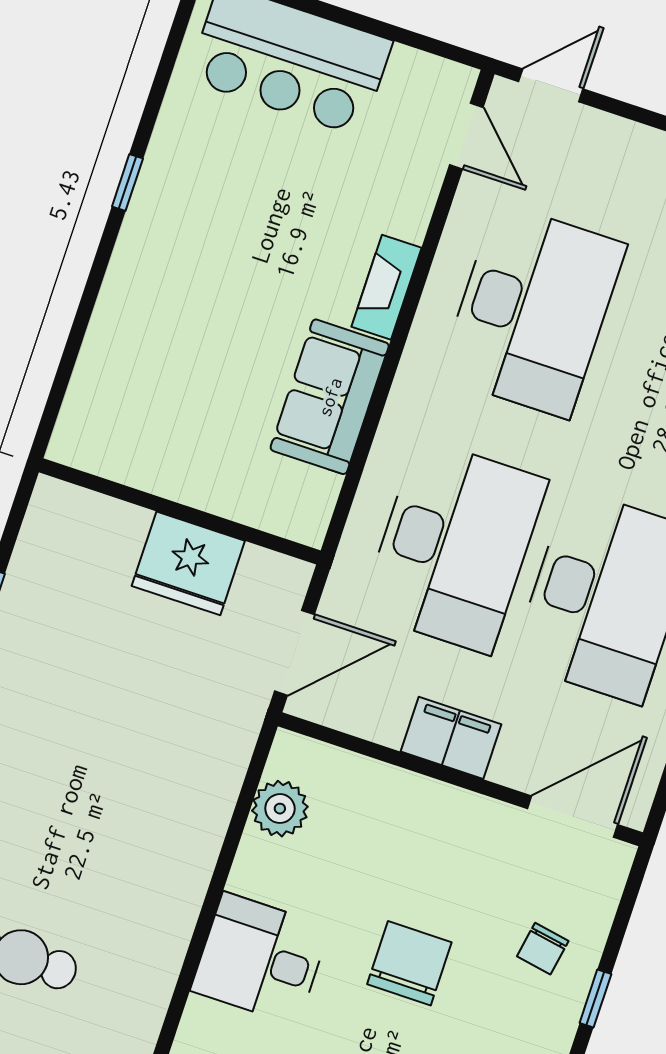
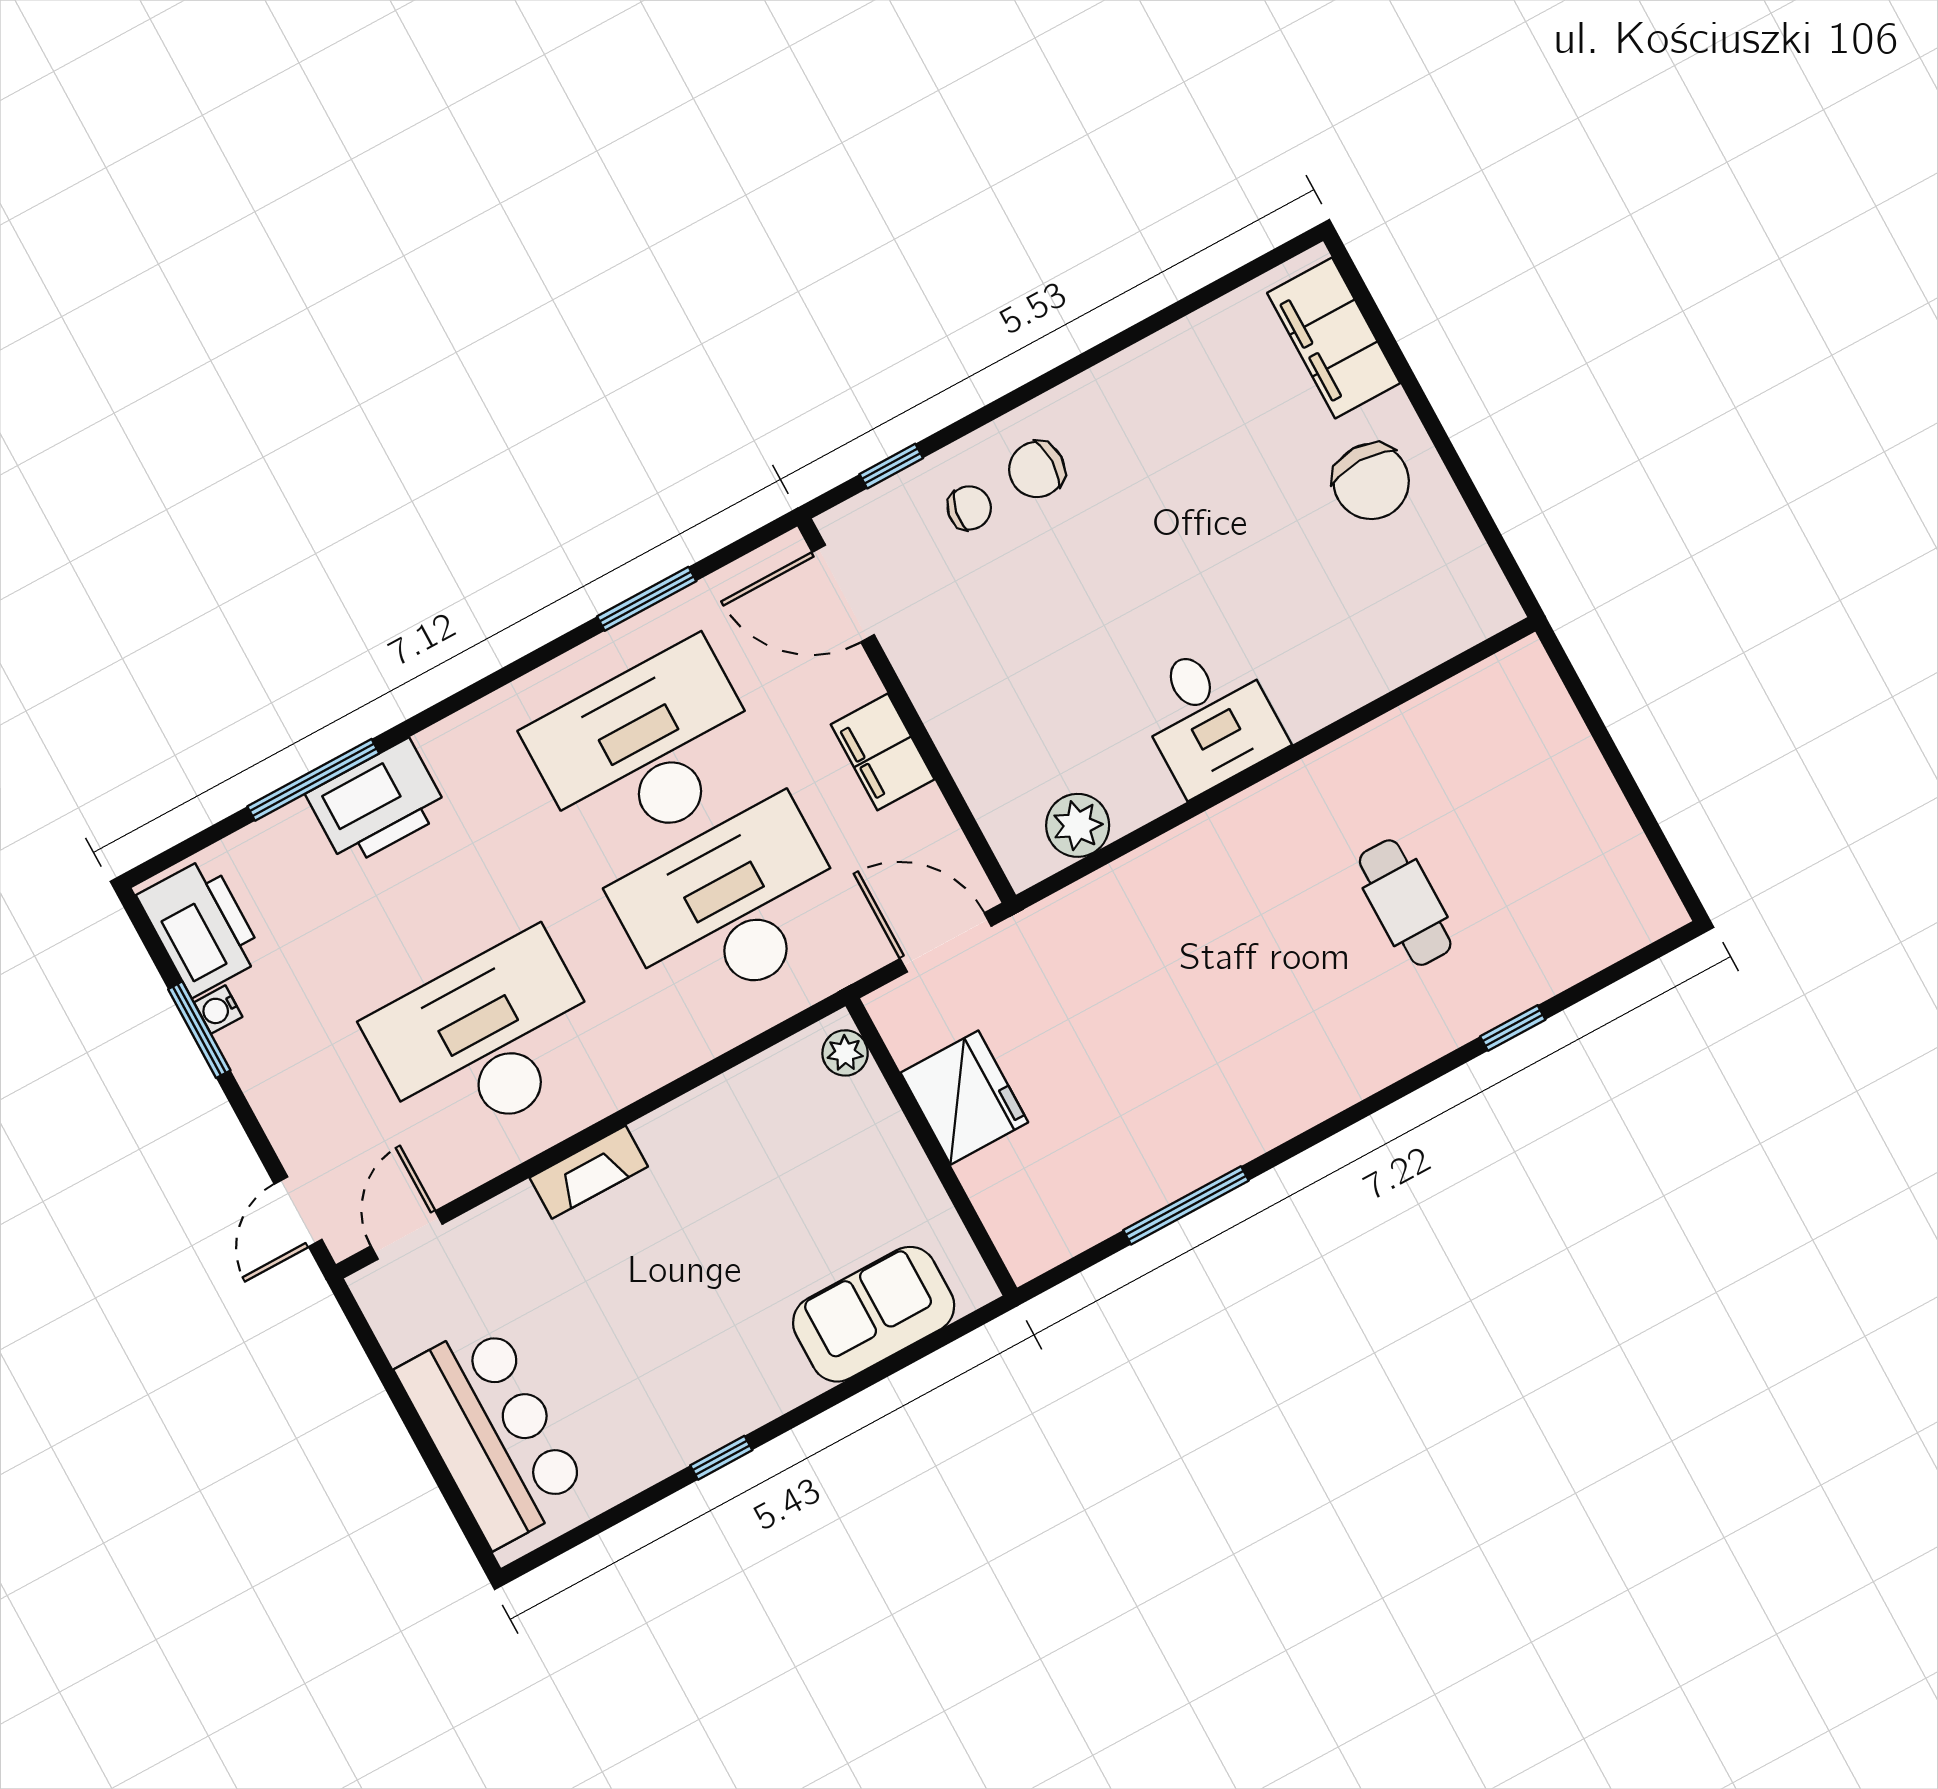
door: (551, 85) -> (298, 1212), hinge flipped
sofa: (330, 397) -> (874, 1314), moved, turned 180
plant: (293, 520) -> (845, 1053), added
chair: (409, 963) -> (1037, 470), moved, width x0.73, depth x0.73
window: (595, 999) -> (891, 466), moved

